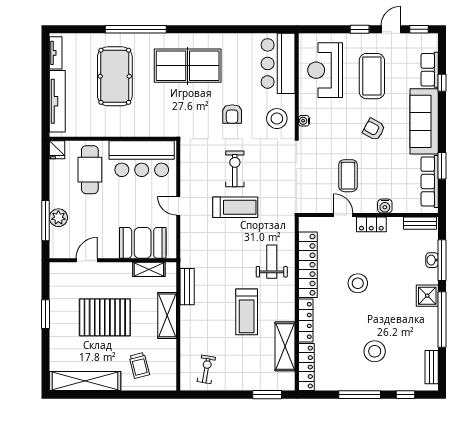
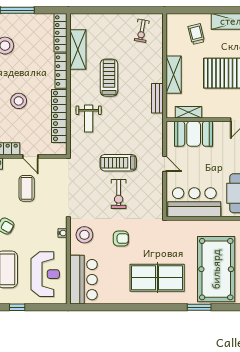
window: (136, 29) -> (199, 307), width x0.47
pool table: (115, 76) -> (216, 269), width x1.36, depth x1.32
armchair: (232, 114) -> (121, 239), turned 90
window: (267, 395) -> (92, 10), removed

